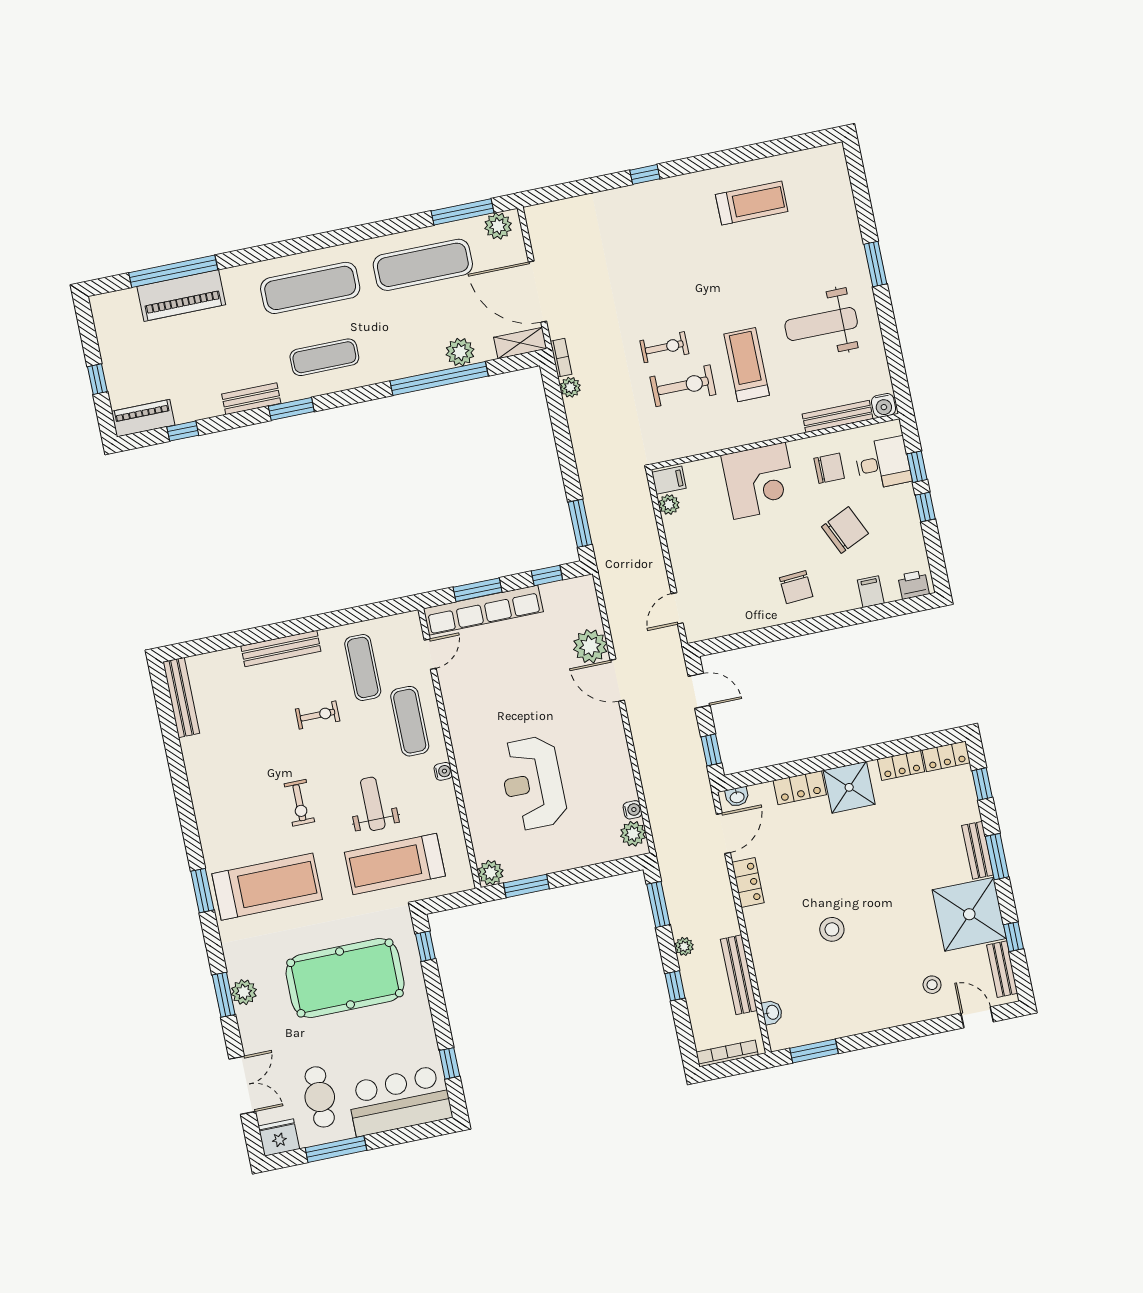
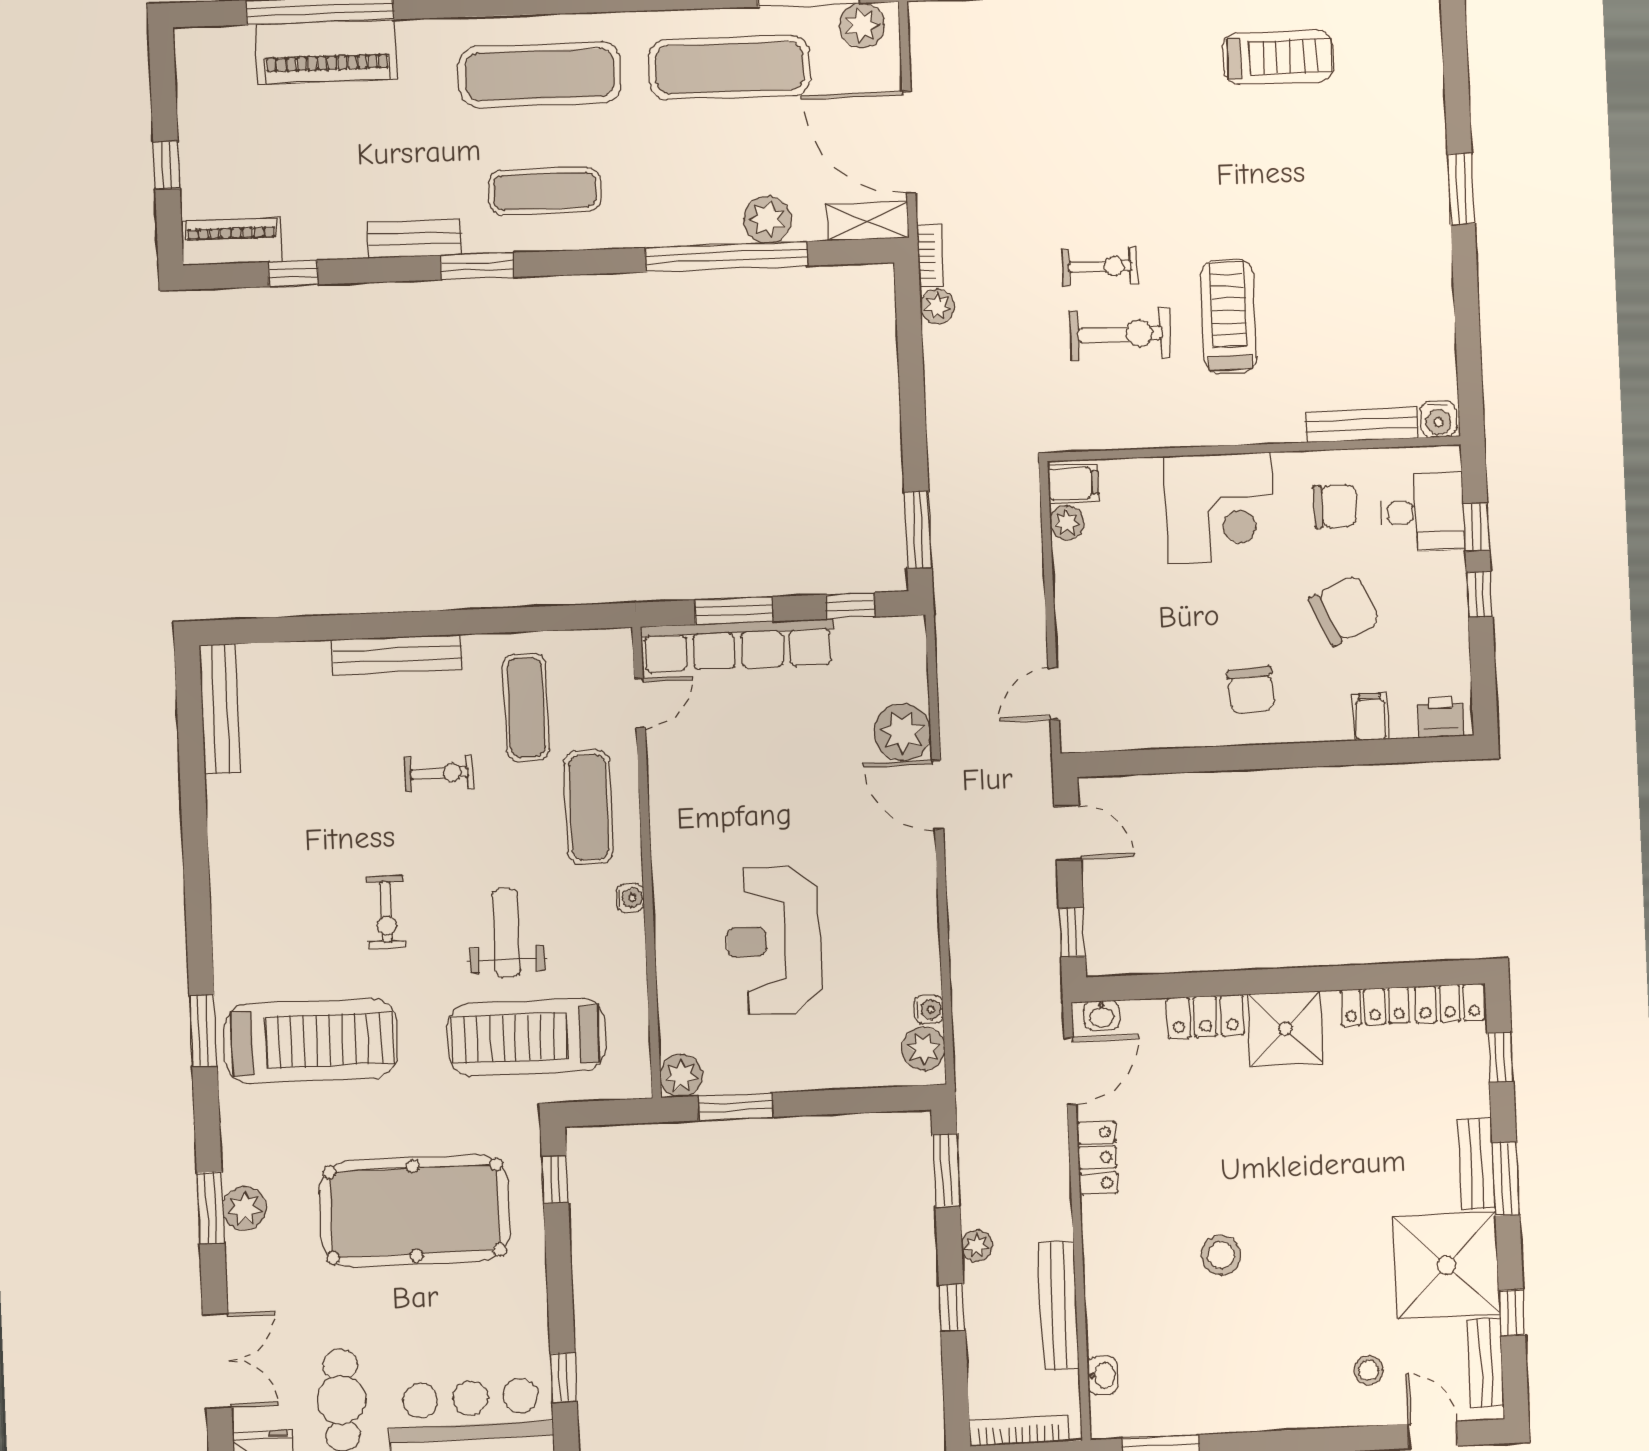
weight bench: (821, 324) -> (1359, 271), removed

